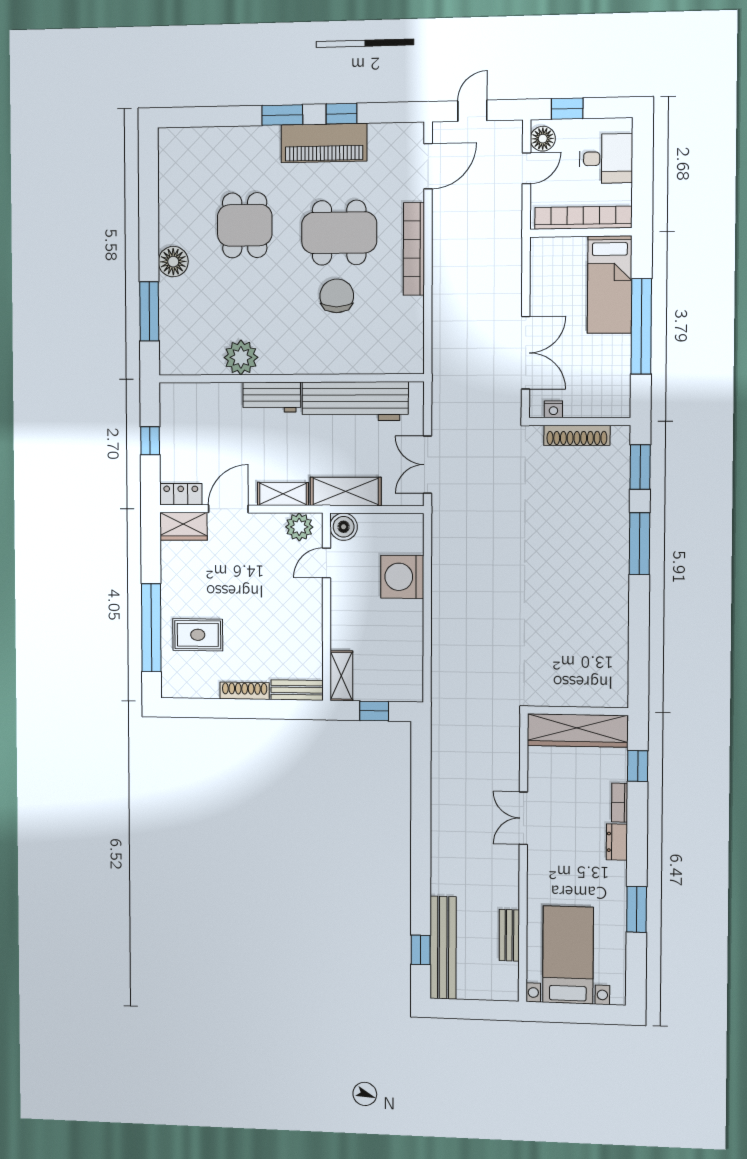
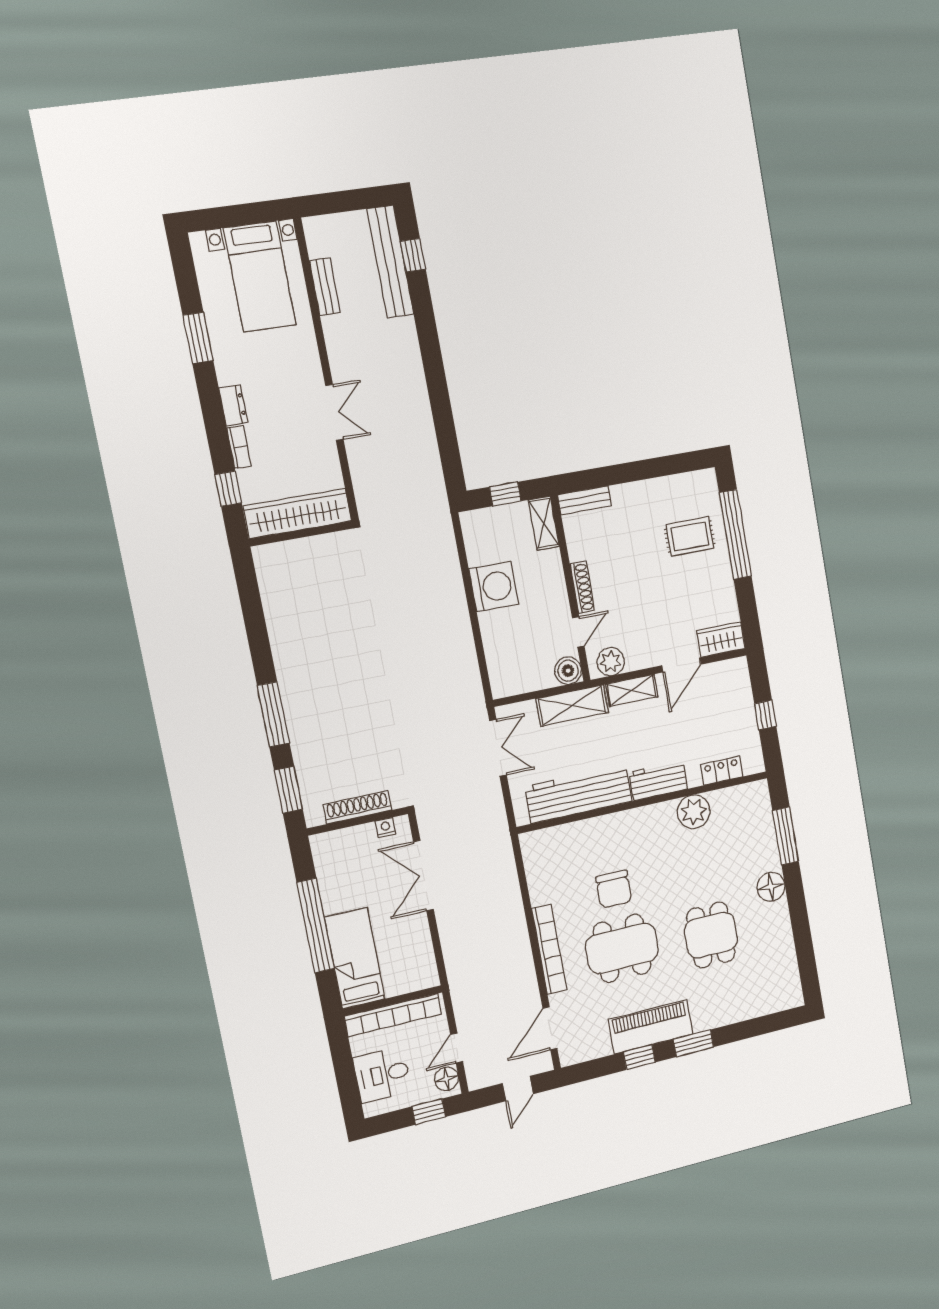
locker: (181, 494) -> (722, 771), moved, turned 180
washing machine: (402, 577) -> (494, 587), moved
shoe rack: (245, 691) -> (582, 587), moved, turned -90

